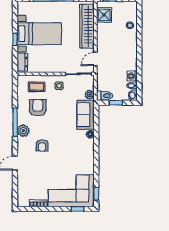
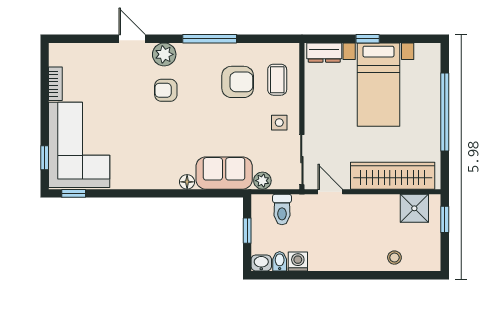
toilet: (105, 96) -> (282, 210), moved
plant: (23, 131) -> (164, 54), moved

